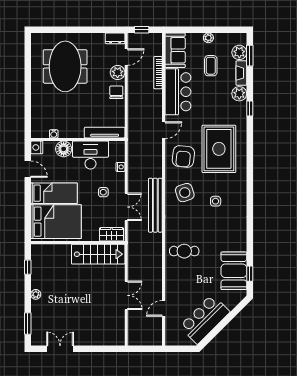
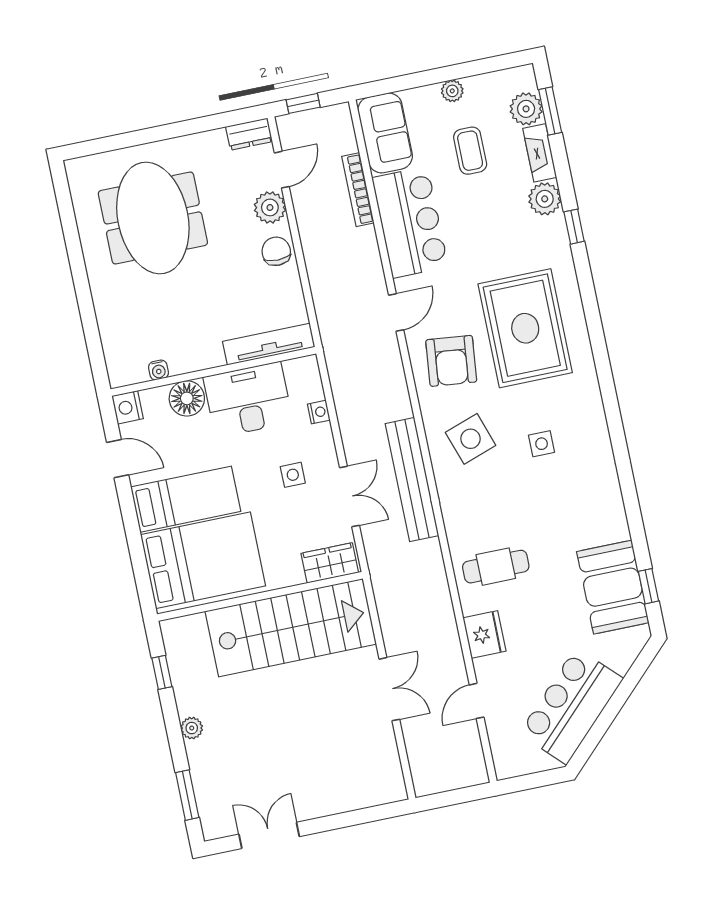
stairs: (98, 254) -> (291, 628), width x1.36, depth x1.51
fridge: (173, 280) -> (484, 634), added

